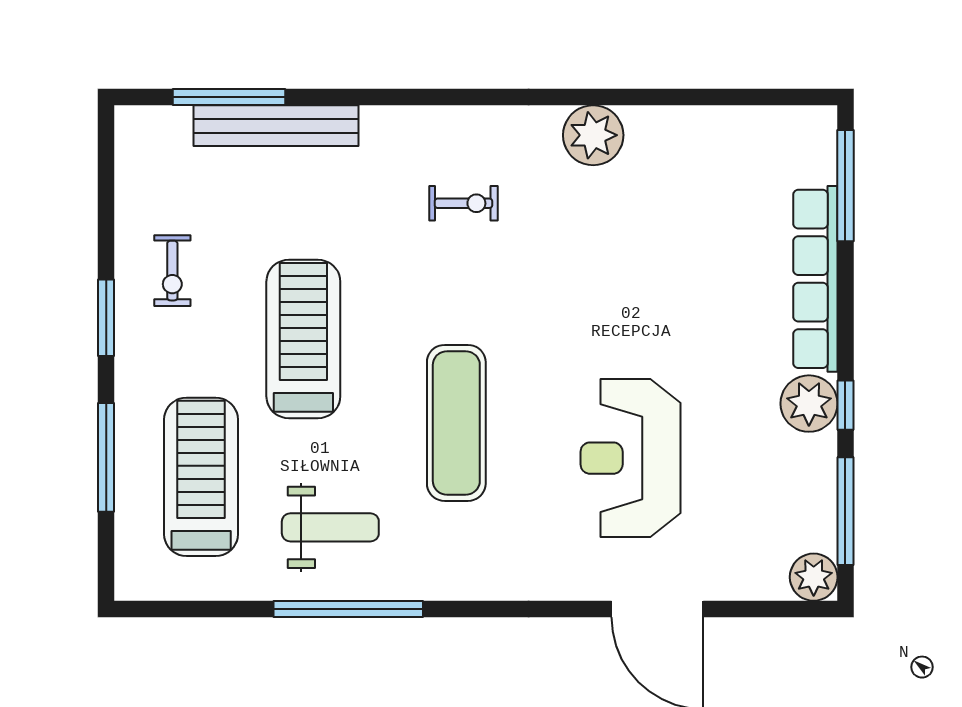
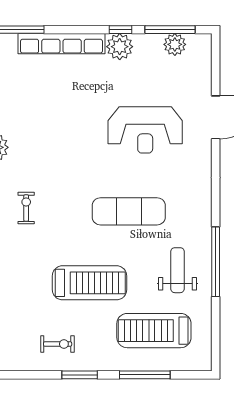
treadmill: (303, 339) -> (90, 283), turned 180
plant: (814, 577) -> (175, 44), moved

